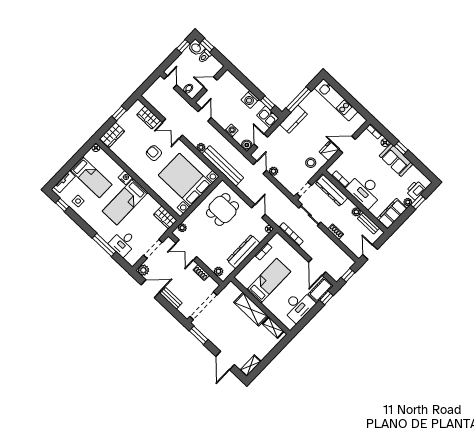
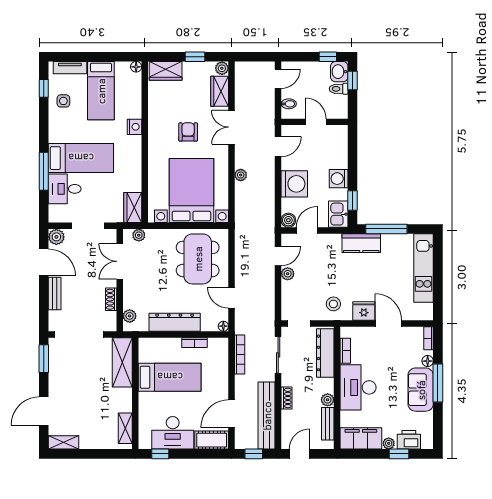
plant: (138, 105) -> (222, 68), added
washing machine: (231, 131) -> (294, 184), width x1.89, depth x1.89
window: (401, 148) -> (438, 383), width x2.17
bench: (223, 166) -> (267, 416), moved
bed: (125, 202) -> (81, 158), moved, turned 180
dining table: (223, 209) -> (198, 259), width x1.38
door: (258, 211) -> (232, 298), swing flipped
window: (326, 298) -> (160, 454), moved
shelving: (251, 309) -> (122, 362), moved

